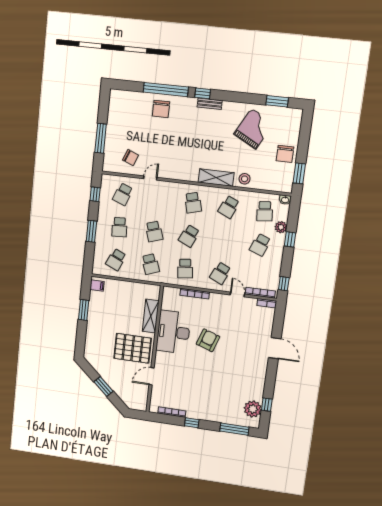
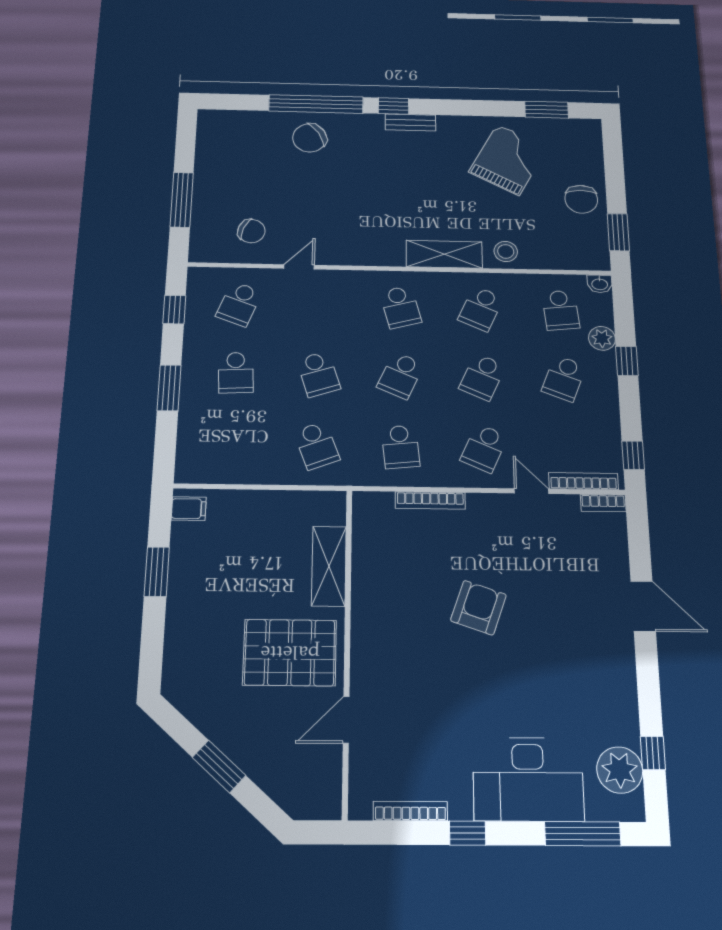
chair: (161, 109) -> (310, 138), turned 57
school desk: (116, 260) -> (482, 377), moved
desk: (173, 332) -> (528, 779), moved, turned -90

